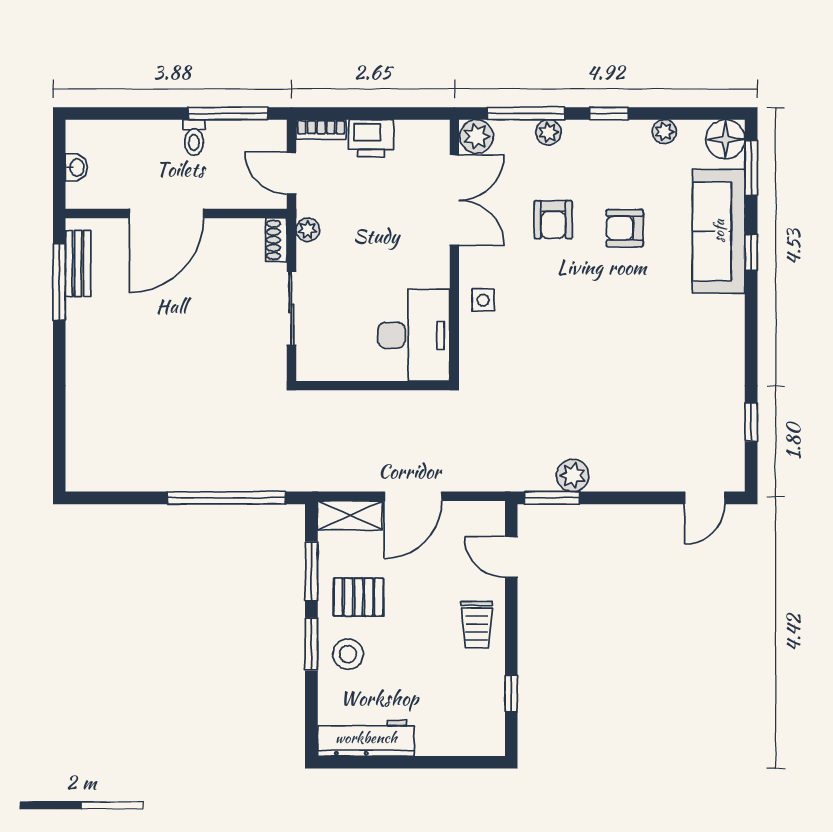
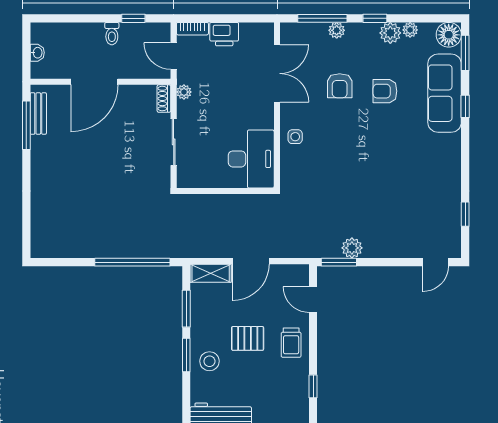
window: (228, 113) -> (133, 18), width x0.46
plant: (477, 136) -> (390, 33), moved
pallet: (359, 597) -> (248, 338), moved

